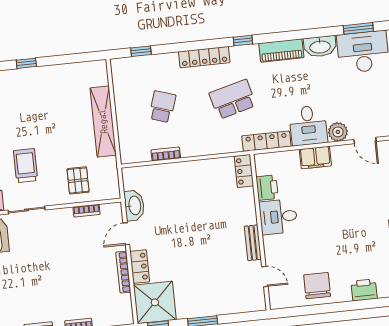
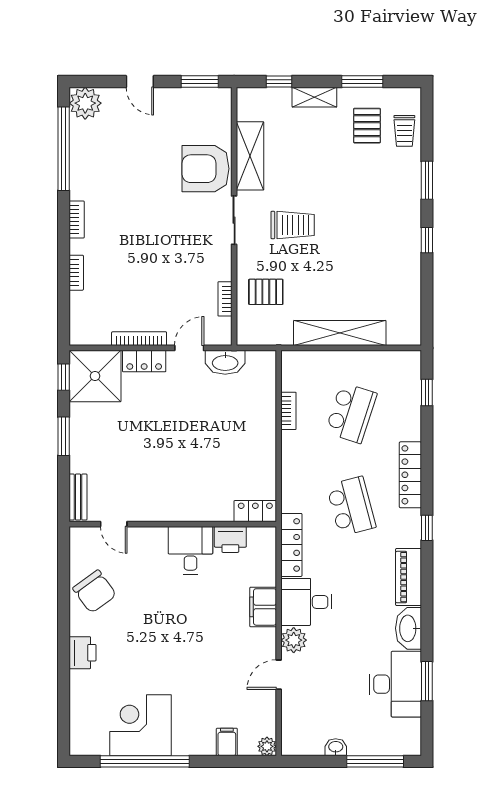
school desk: (162, 107) -> (351, 413), width x1.85
door: (126, 234) -> (189, 348), hinge flipped
bench: (253, 243) -> (78, 497), moved, turned 90
door: (265, 277) -> (114, 524), hinge flipped
chair: (317, 286) -> (95, 592), turned 54

